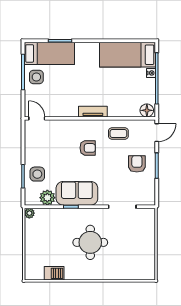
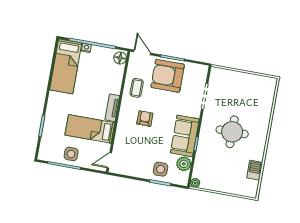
bed: (49, 53) -> (90, 129), moved, turned -90
armchair: (137, 164) -> (168, 76), width x1.88, depth x1.88

